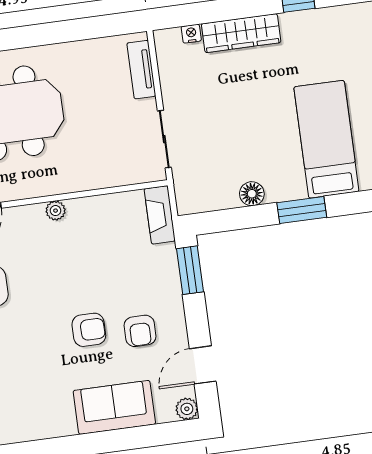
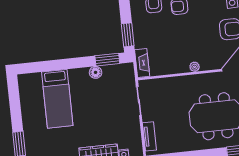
window: (302, 210) -> (107, 60), moved

